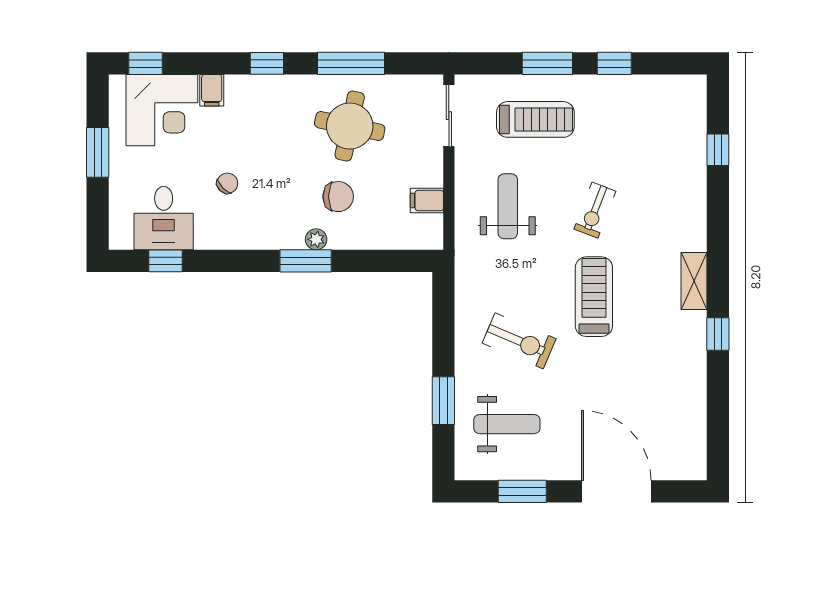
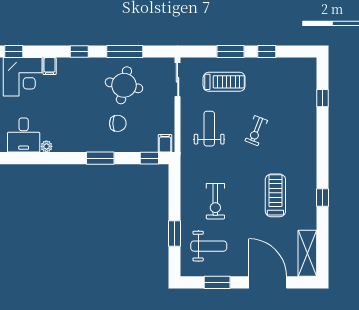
chair: (227, 183) -> (58, 116), removed
filing cabinet: (427, 201) -> (165, 143), moved, turned 90
plant: (316, 239) -> (46, 146), moved
window: (165, 261) -> (149, 158), moved
shelving: (694, 281) -> (307, 253), moved, width x1.50, depth x1.33
treadmill: (594, 297) -> (275, 195), moved
exercise bike: (519, 341) -> (215, 201), turned 67

